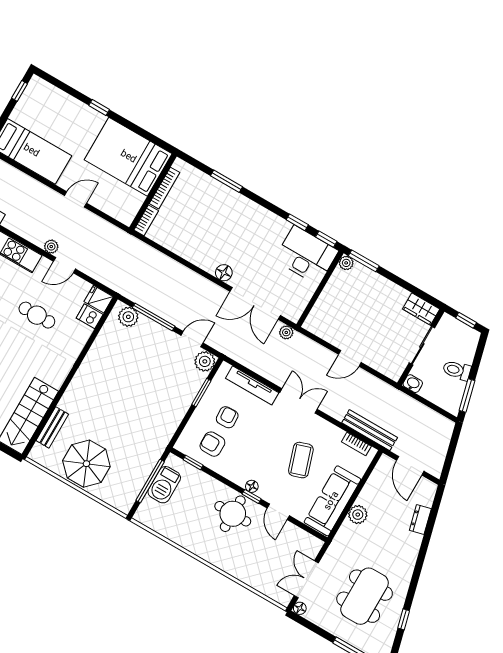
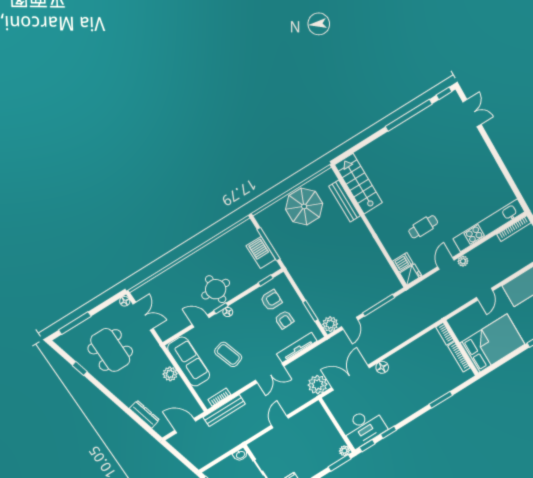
plant: (128, 317) -> (388, 288), removed
plant: (286, 332) -> (318, 385), width x1.88, depth x1.88
bench: (52, 427) -> (345, 201), width x1.36
dresser: (420, 519) -> (144, 414), width x1.44

